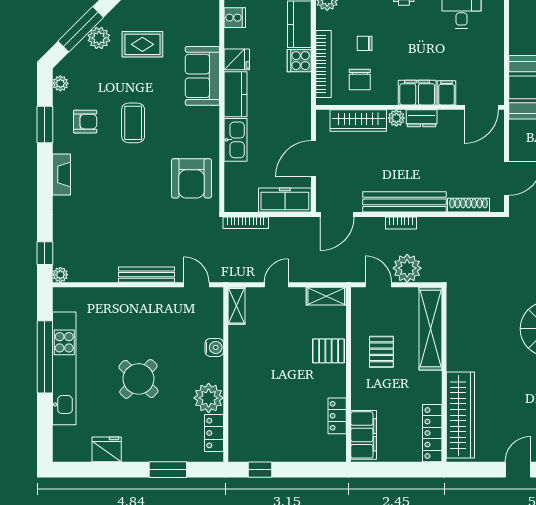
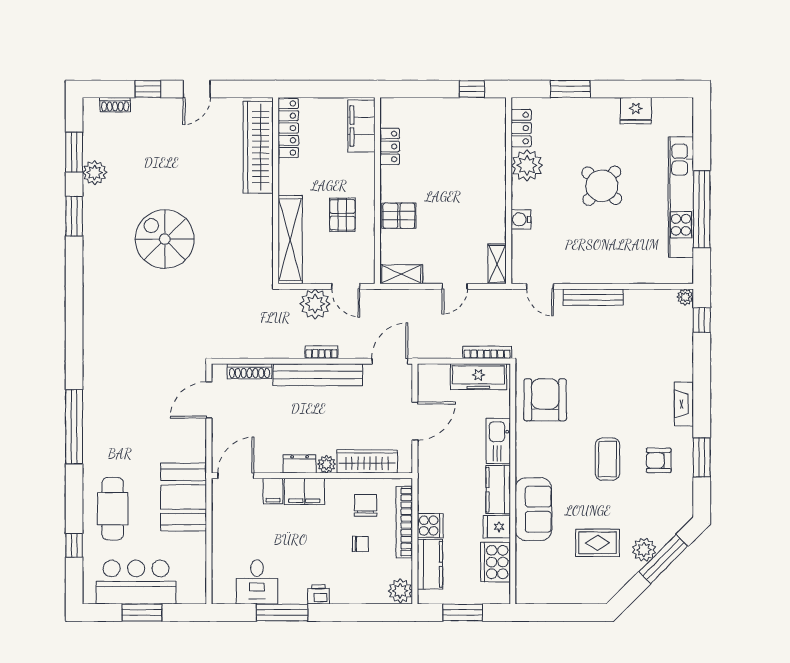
cooker: (235, 18) -> (496, 562), width x1.87, depth x1.31
plant: (60, 83) -> (685, 501), removed
freezer: (285, 200) -> (478, 377), moved

